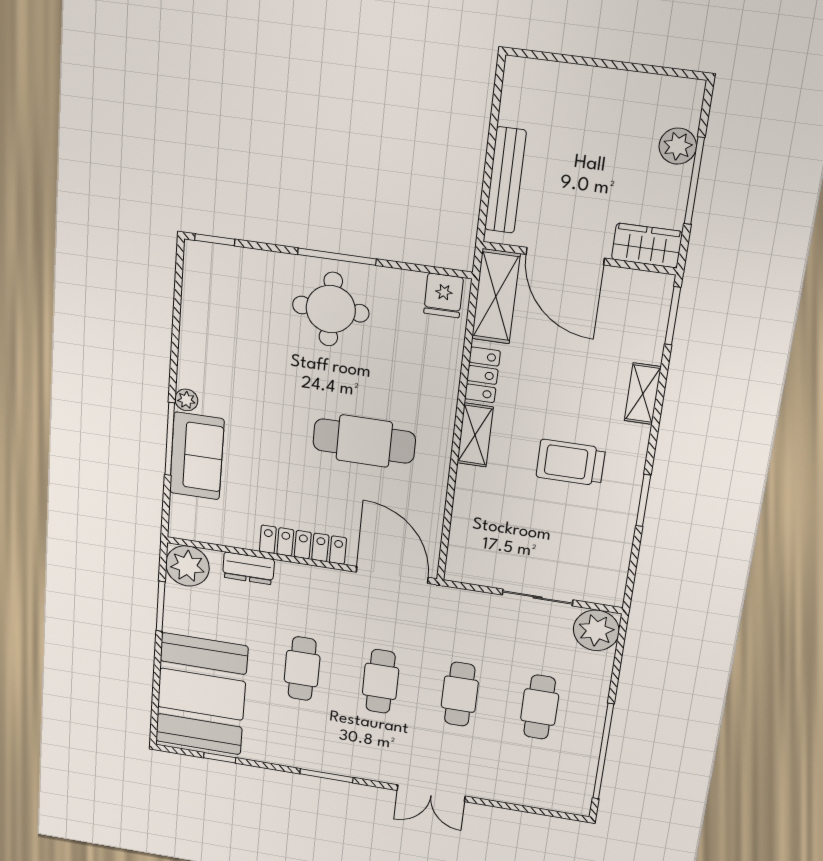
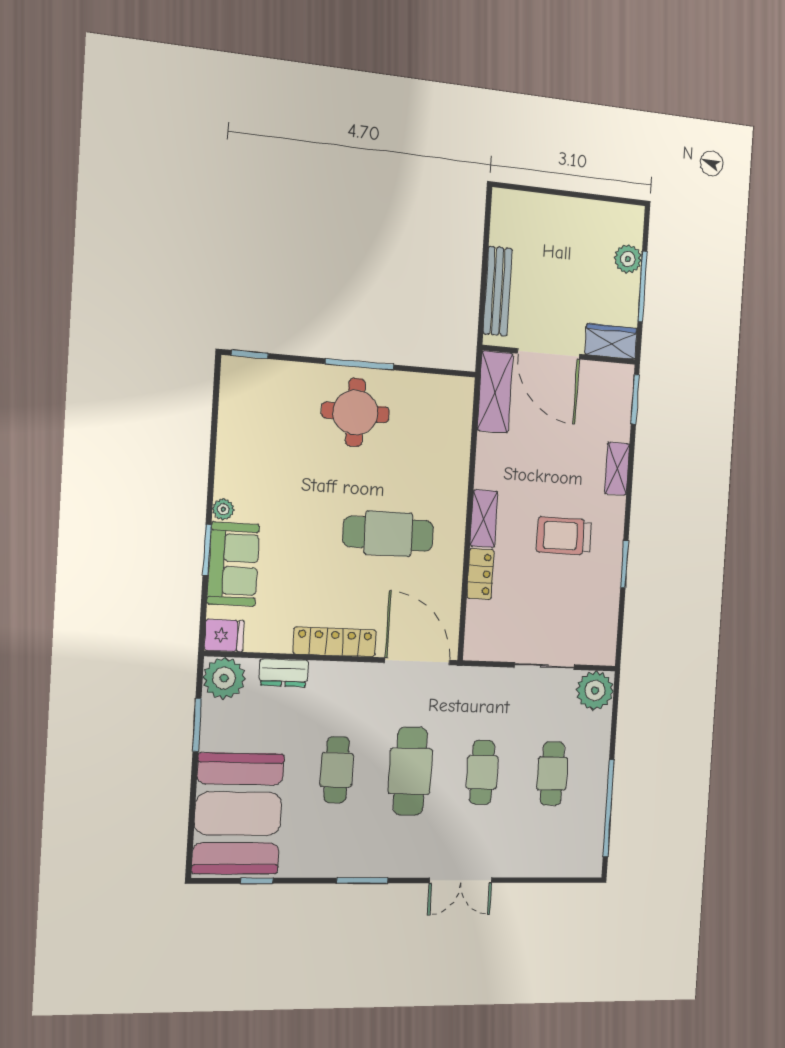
fridge: (444, 295) -> (224, 636), moved, turned -90
locker: (482, 375) -> (480, 574), moved
window: (170, 439) -> (207, 550), width x0.69
cafe table: (381, 681) -> (410, 771), width x1.37, depth x1.35

